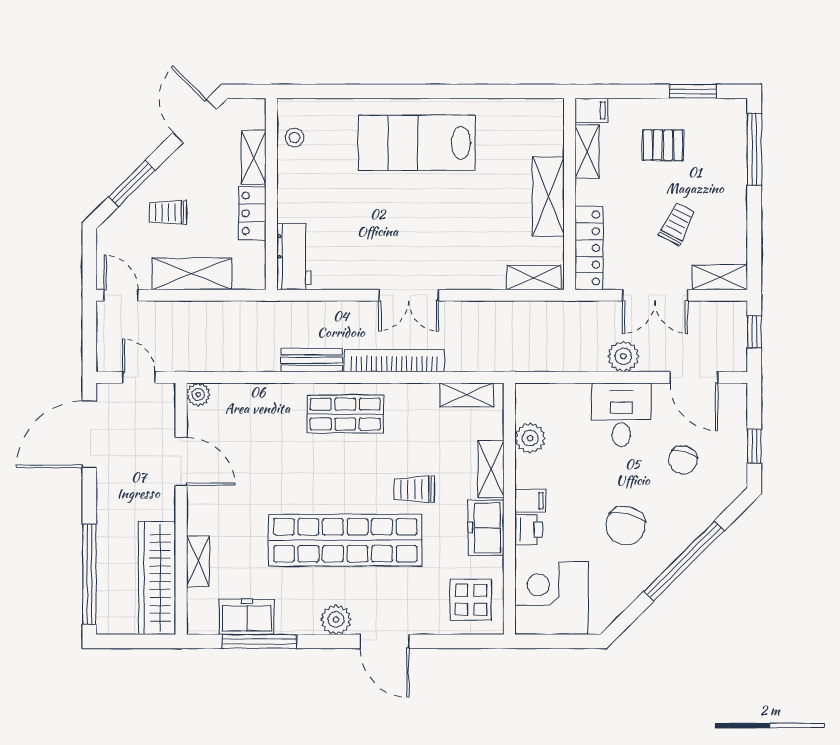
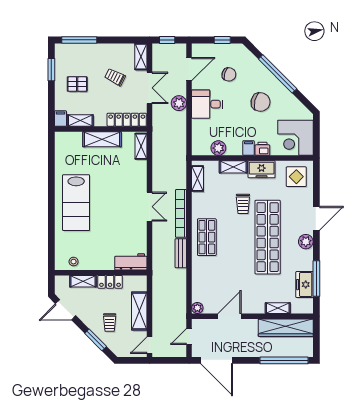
pallet: (663, 145) -> (77, 84), turned 90

